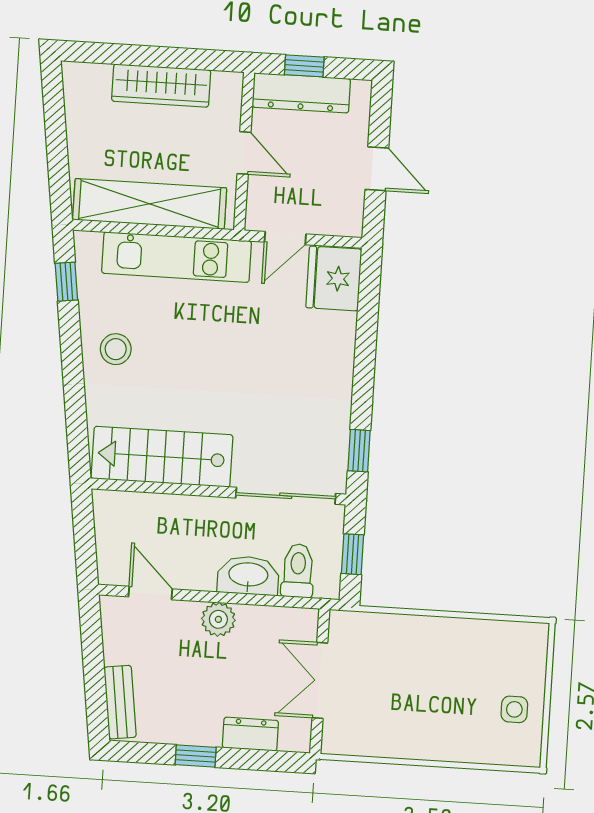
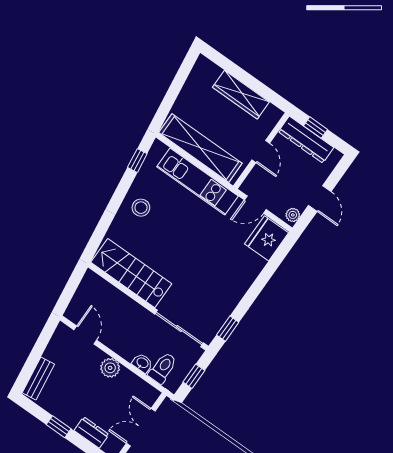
plant: (351, 219) -> (293, 215), added
washbasin: (248, 576) -> (142, 363), width x0.52, depth x0.69

